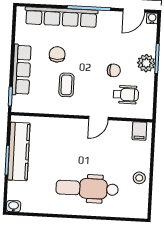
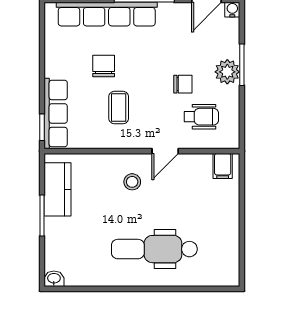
row of seats: (22, 70) -> (56, 113), moved
kitchen counter: (19, 151) -> (58, 189), width x0.67
stool: (139, 178) -> (132, 182), moved

